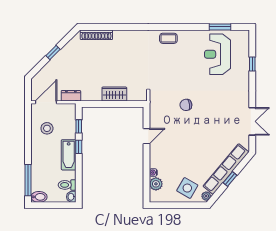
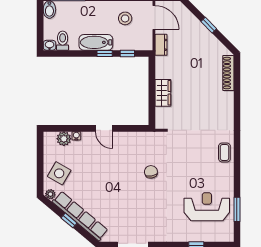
door: (147, 136) -> (104, 128), moved

